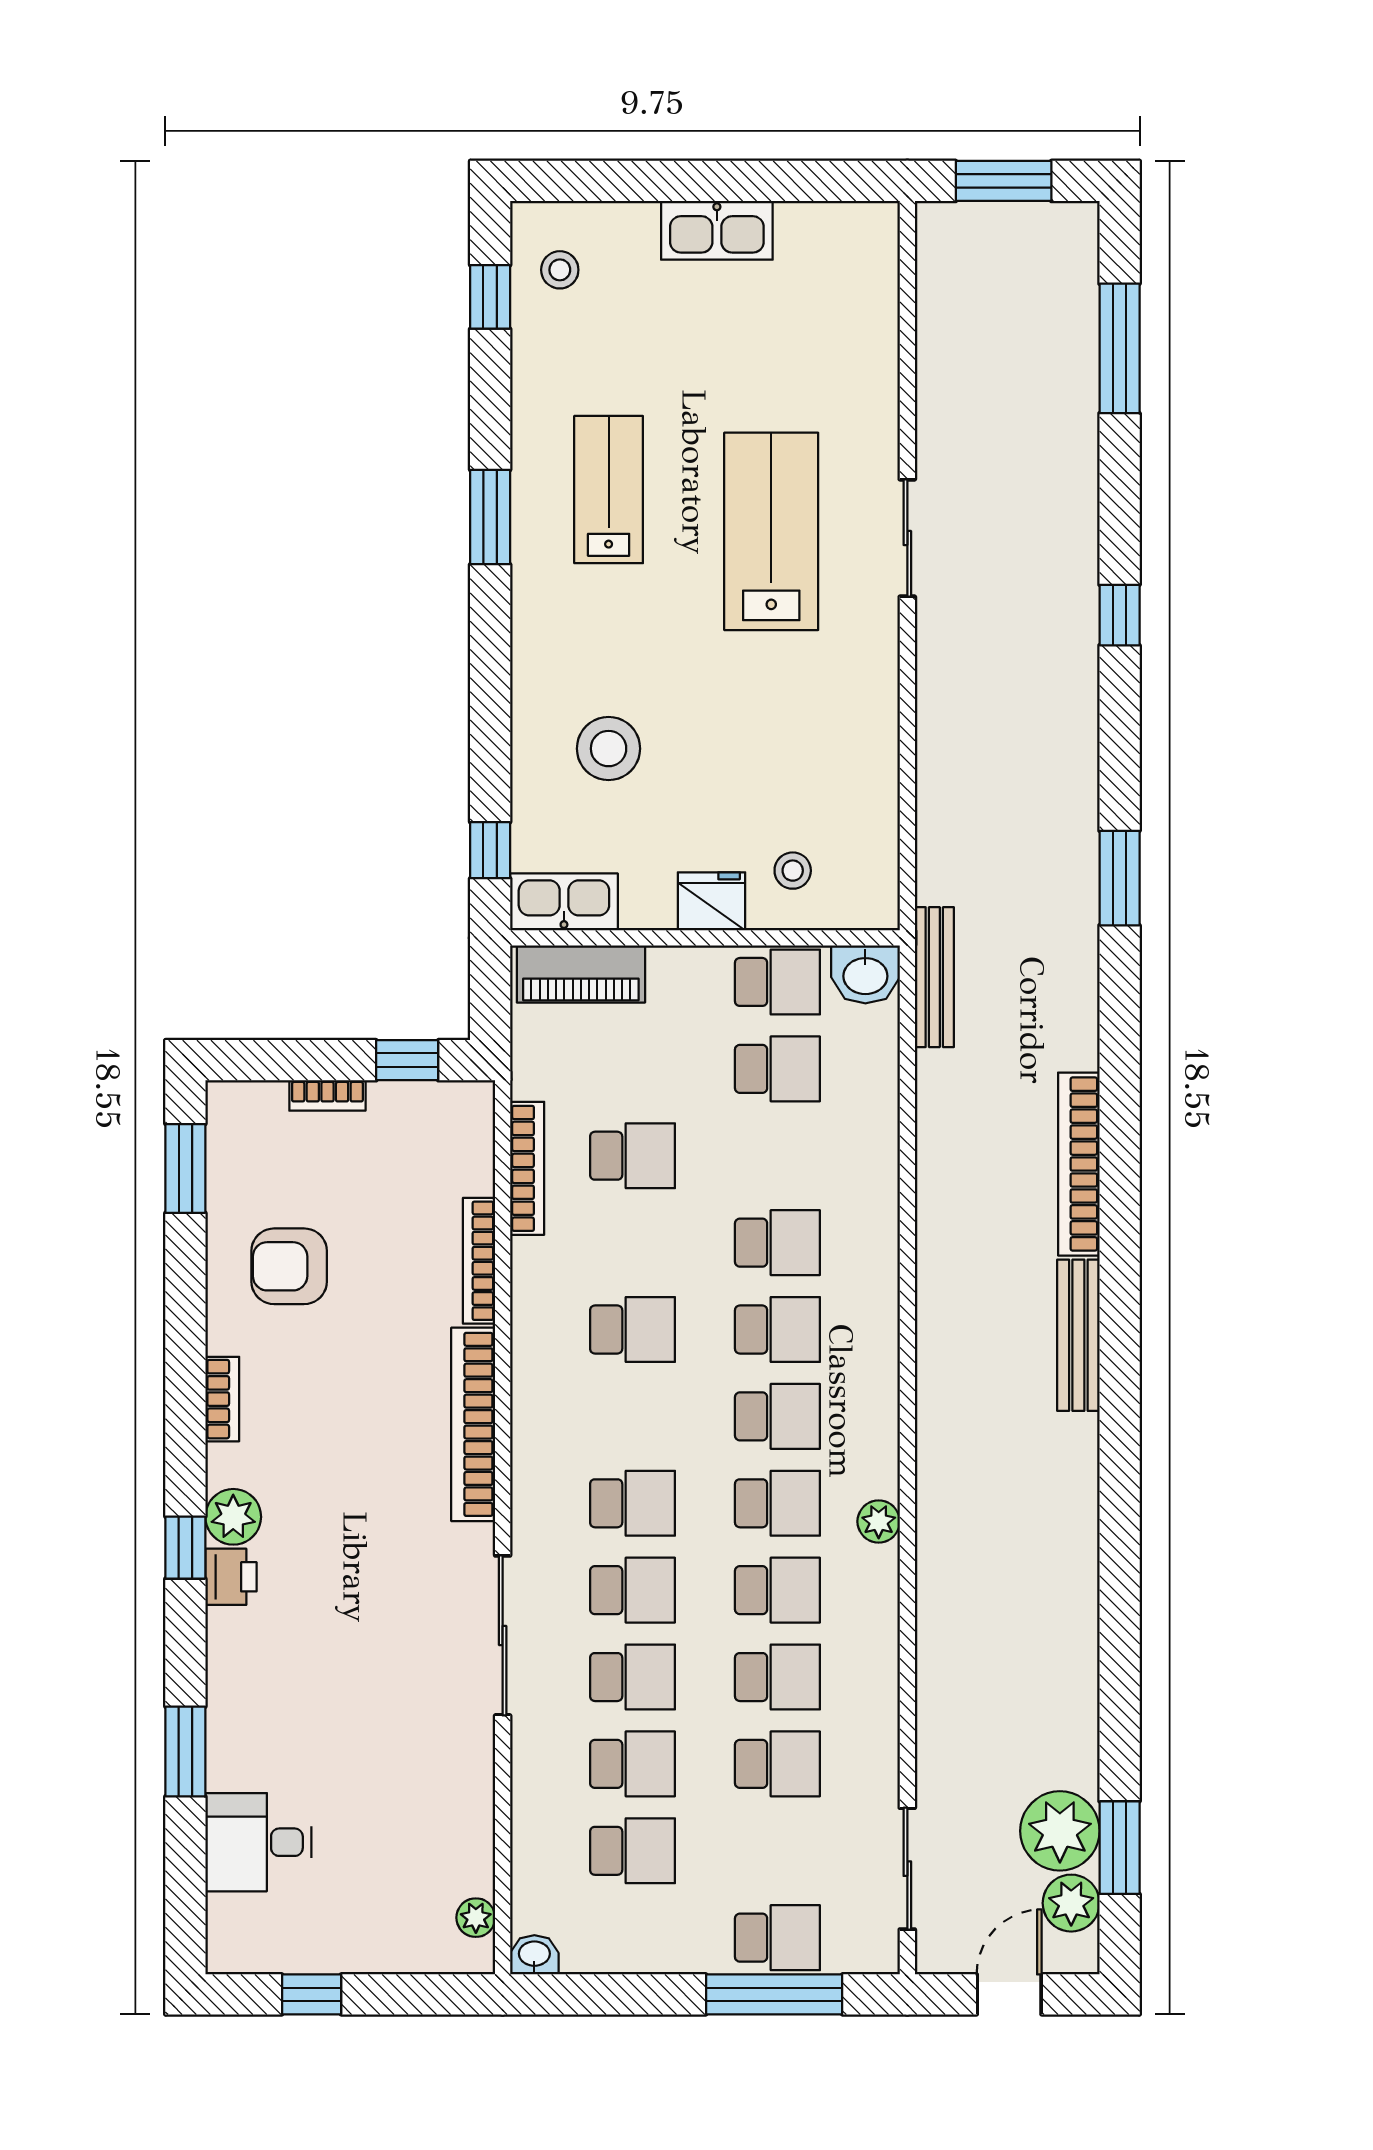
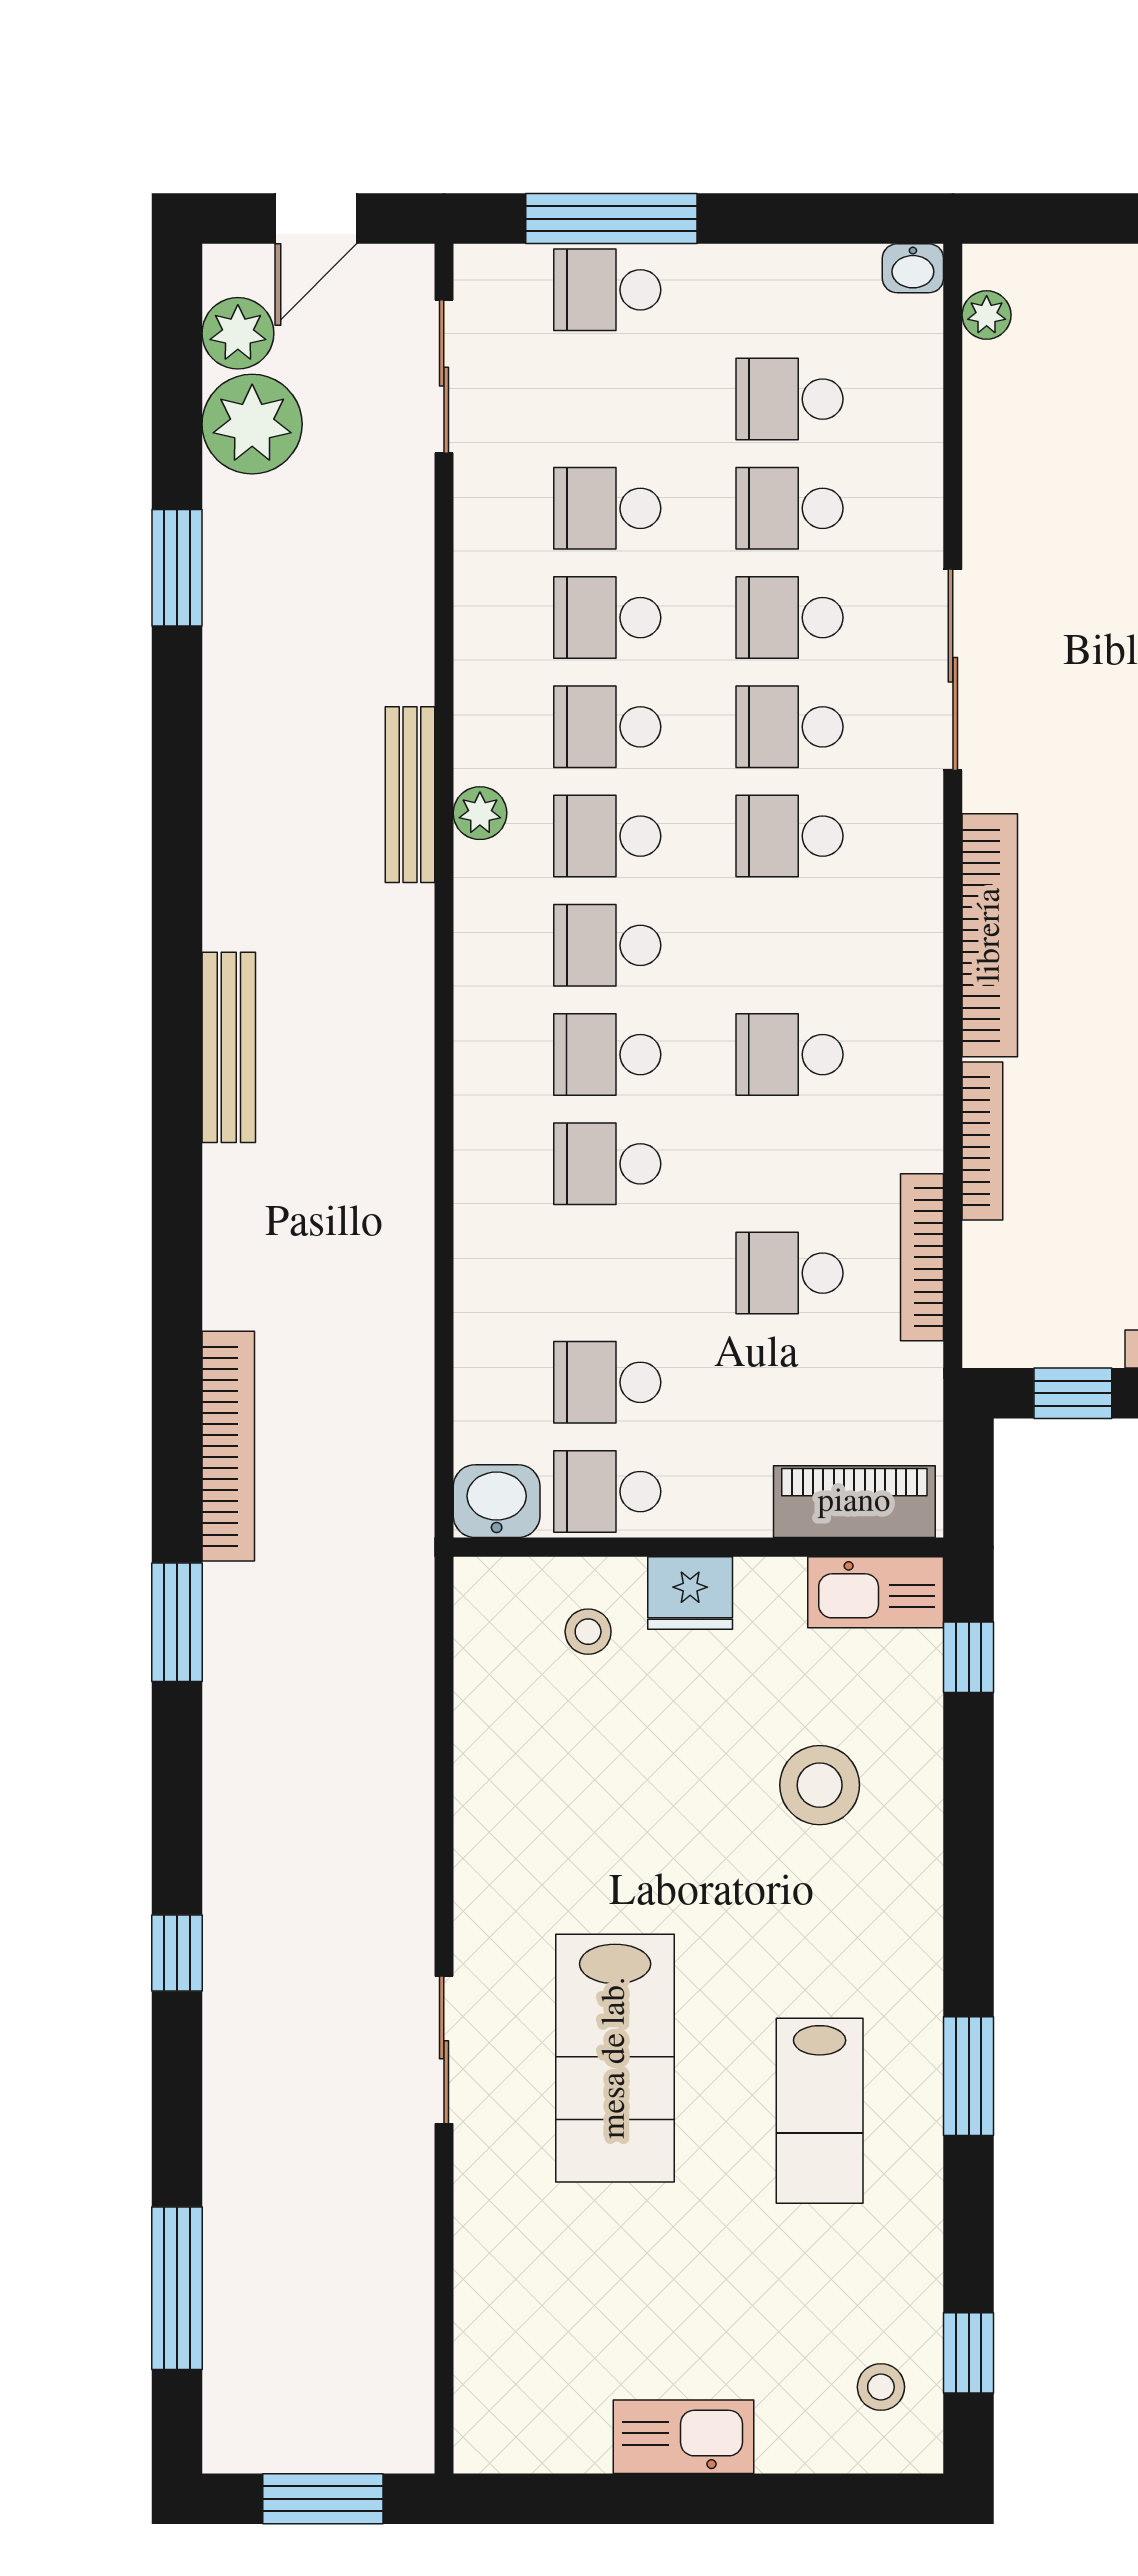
bench: (934, 977) -> (410, 795), moved
bookcase: (1079, 1164) -> (228, 1446), moved
window: (1120, 1848) -> (177, 568), moved

